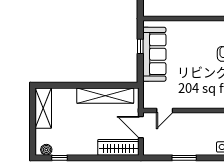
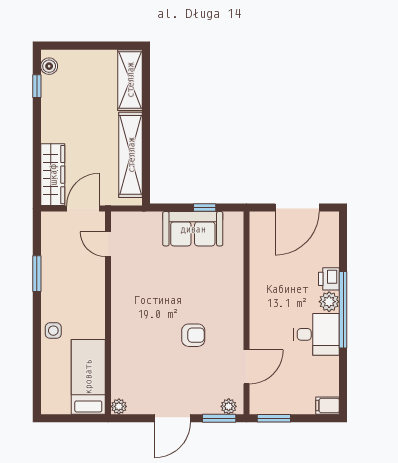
sofa: (154, 54) -> (193, 229), width x0.73
shelving: (43, 108) -> (130, 80), moved, turned 90

